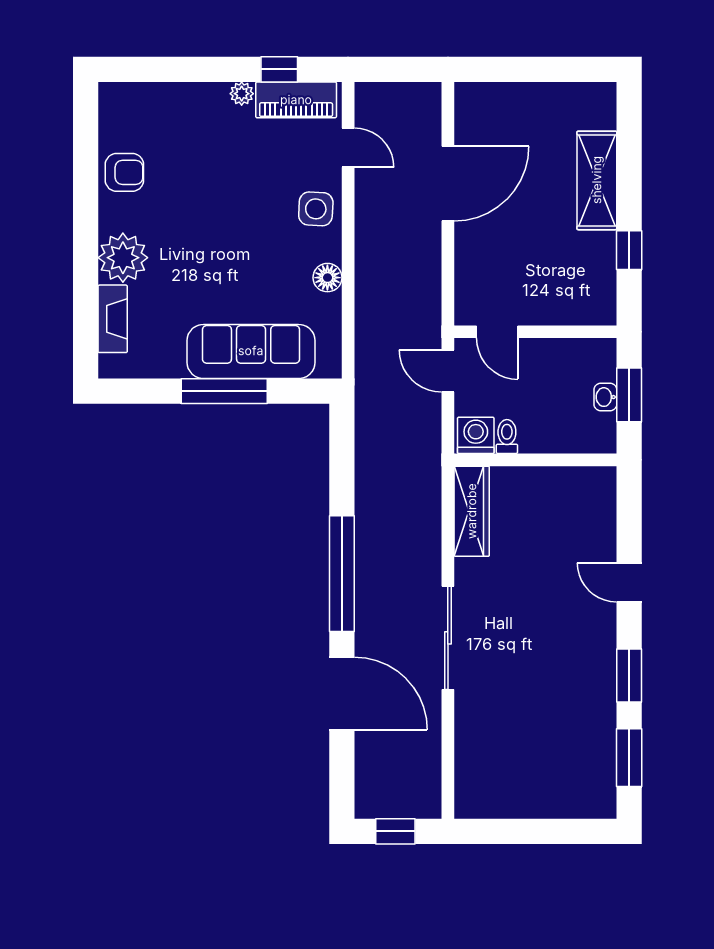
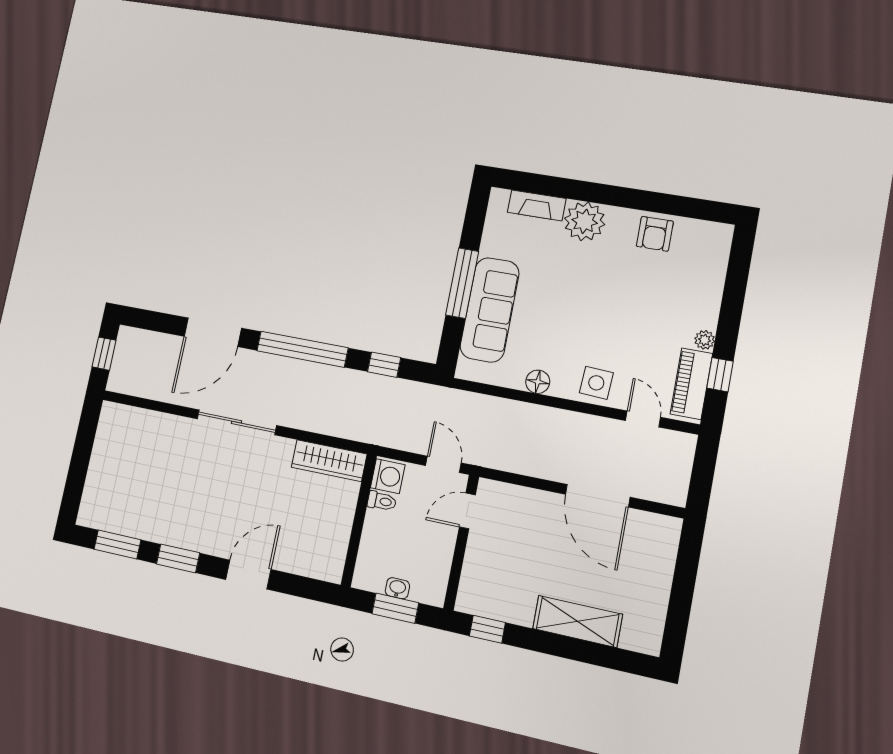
door: (348, 148) -> (643, 419), swing flipped
window: (629, 250) -> (487, 629), moved
door: (448, 371) -> (443, 464), hinge flipped
window: (342, 467) -> (384, 365), added
door: (629, 582) -> (248, 574), width x1.38

